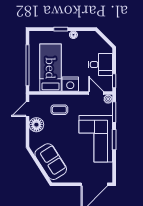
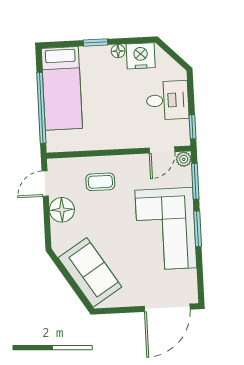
bed: (51, 68) -> (62, 88), moved, turned 180
nightstand: (70, 84) -> (141, 56), moved, turned 180
door: (96, 93) -> (162, 150), swing flipped

